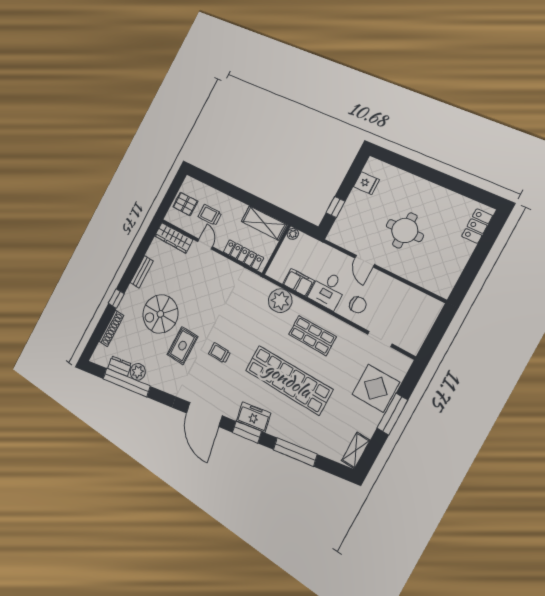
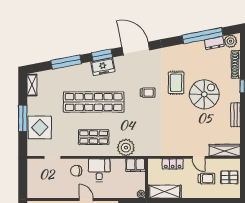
locker: (243, 255) -> (173, 164), width x0.66
filing cabinet: (298, 282) -> (136, 165), moved
plant: (138, 372) -> (231, 41), moved

